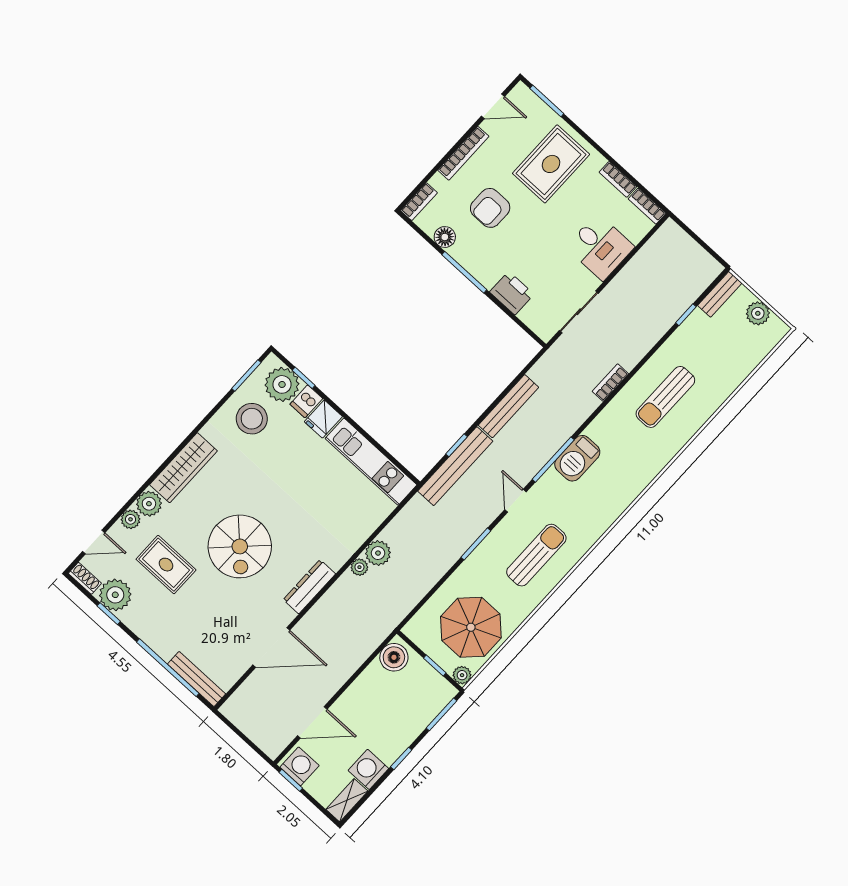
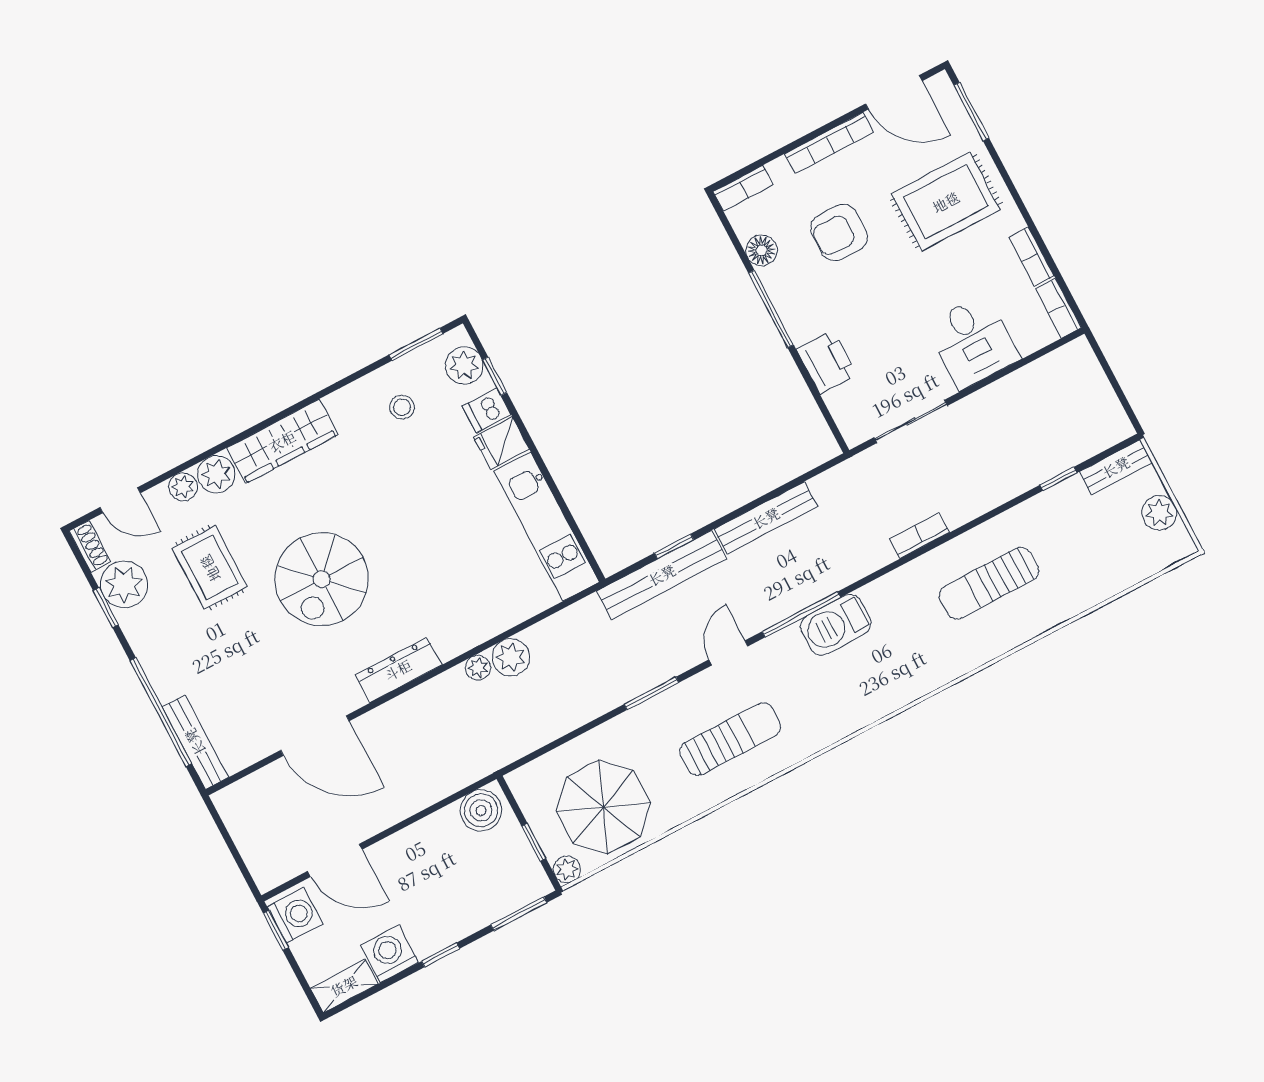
door: (493, 106) -> (894, 92), width x1.38
plant: (282, 384) -> (464, 365), width x0.73, depth x0.73
stool: (252, 419) -> (402, 407), width x0.53, depth x0.53

